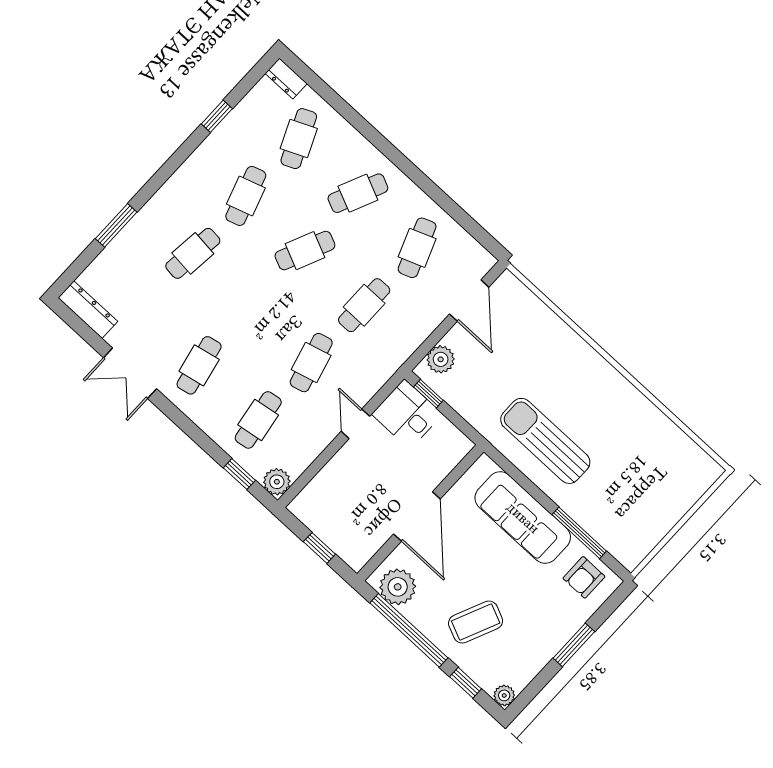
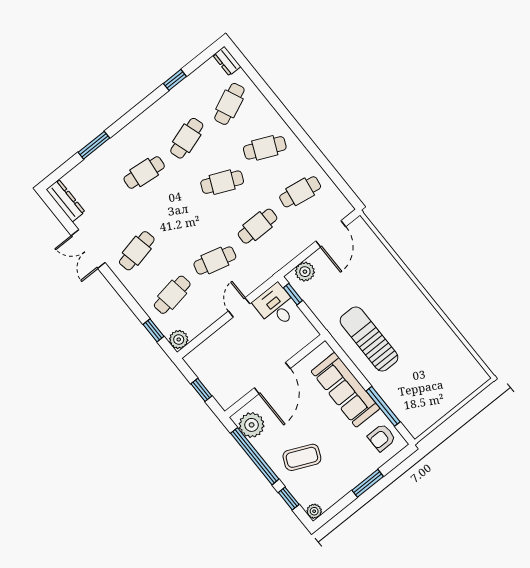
cafe table: (417, 248) -> (300, 192), turned 30
cafe table: (311, 363) -> (215, 260), turned 30

